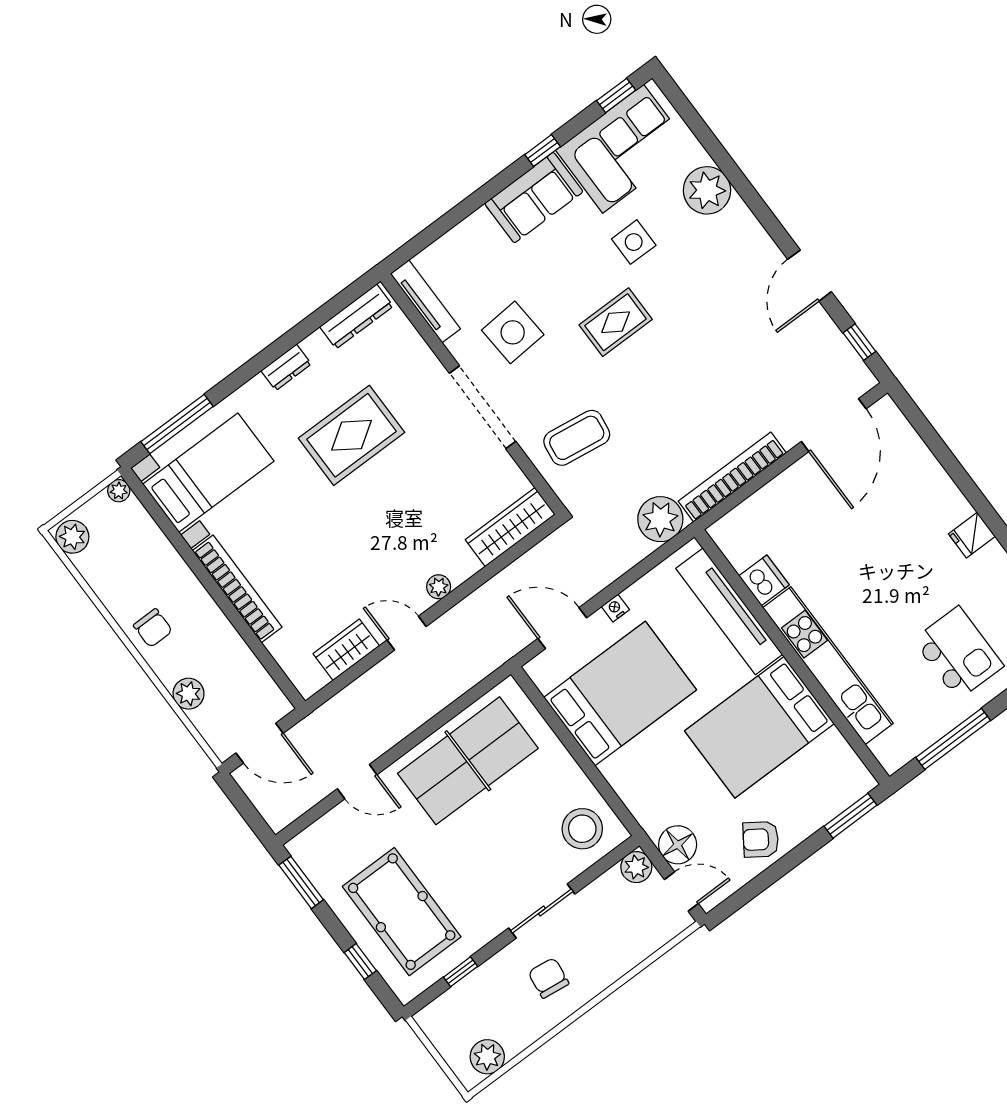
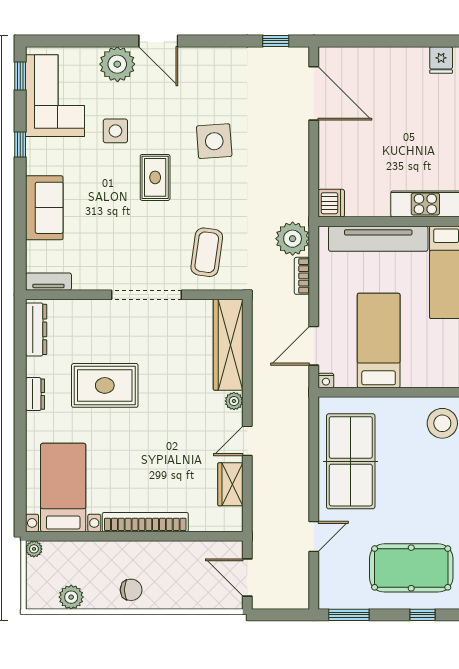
sofa: (534, 198) -> (44, 208), moved
door: (810, 276) -> (158, 41), moved
tv unit: (425, 301) -> (48, 282), width x0.71
side table: (513, 332) -> (214, 141), moved
window: (177, 424) -> (20, 484), removed
rug: (351, 435) -> (105, 385), turned 90
bookcase: (732, 477) -> (302, 276), moved, width x0.43, depth x0.76
wardrobe: (510, 527) -> (228, 345), width x1.40, depth x1.17
plant: (72, 537) -> (71, 597), moved
dishwasher: (764, 580) -> (331, 203), moved, turned 90
nightstand: (615, 608) -> (326, 380), moved, turned -90
plant: (189, 694) -> (186, 598), removed
bed: (620, 694) -> (379, 340), width x0.67
door: (260, 743) -> (247, 578), swing flipped

